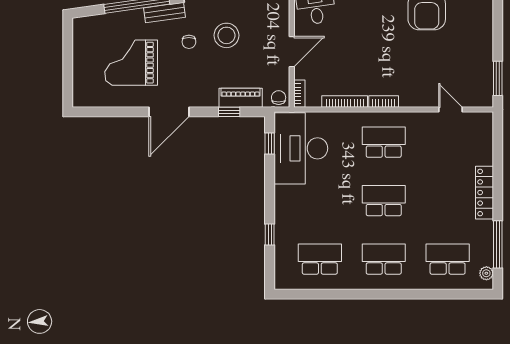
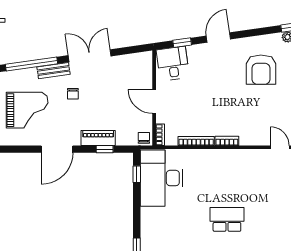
stool: (226, 35) -> (103, 89), removed
door: (292, 52) -> (154, 101), swing flipped
grand piano: (131, 63) -> (27, 110), turned 180
piano: (241, 98) -> (98, 138), moved
school desk: (384, 142) -> (227, 173), removed

